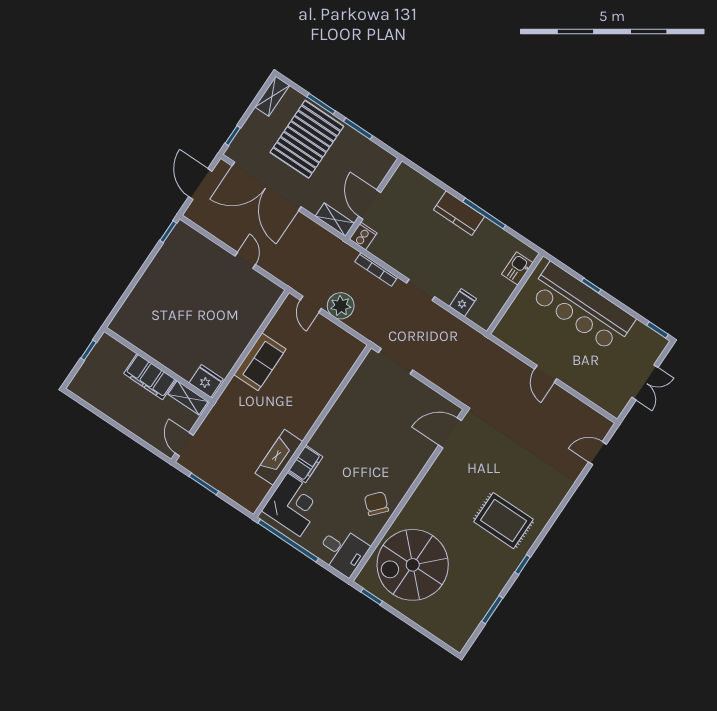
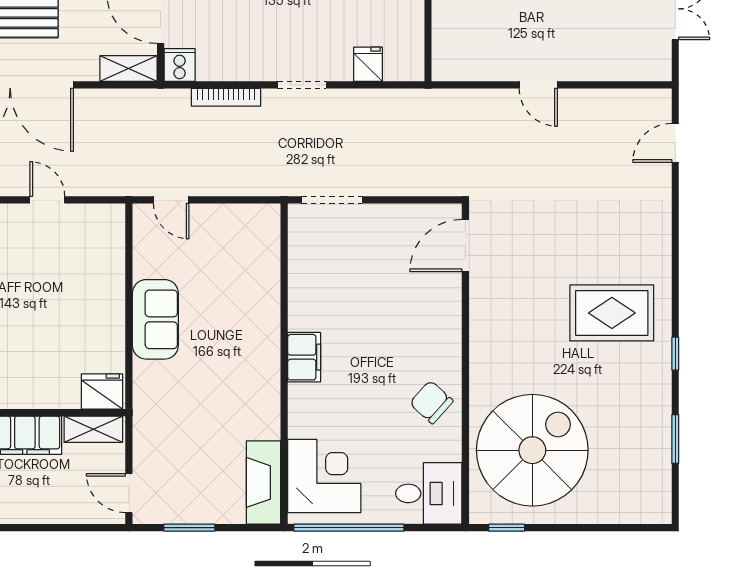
plant: (341, 306) -> (212, 176), removed
fireplace: (279, 457) -> (264, 482), moved
filing cabinet: (305, 464) -> (304, 357), moved
spiral stairs: (413, 565) -> (532, 450), turned 180

